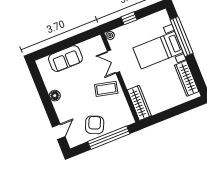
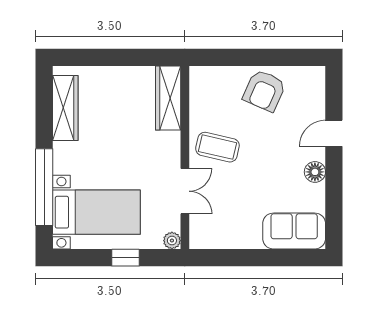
bed with nightstands: (158, 50) -> (96, 212), moved
sofa: (65, 59) -> (294, 231), moved
door: (59, 132) -> (334, 133), moved
window: (109, 138) -> (248, 57), removed

